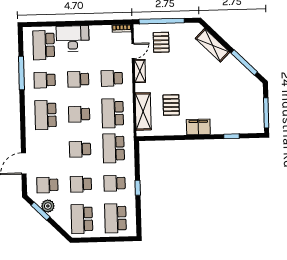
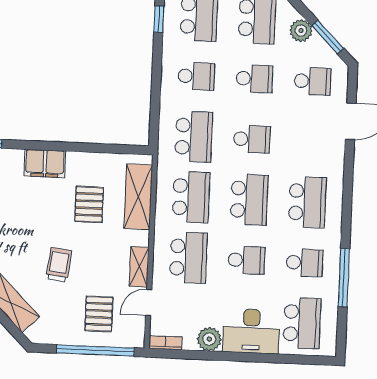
plant: (97, 32) -> (209, 339), added
trolley: (186, 69) -> (59, 265), added
school desk: (112, 78) -> (188, 258), width x1.85
school desk: (79, 114) -> (249, 200), width x1.85
window: (138, 188) -> (159, 19), moved
plant: (48, 206) -> (301, 31), moved

